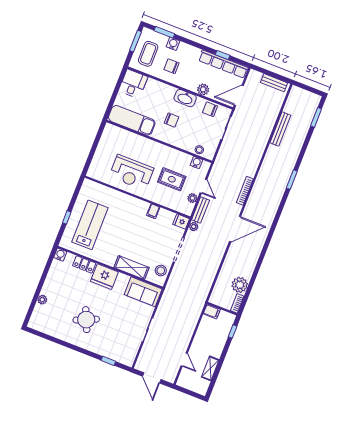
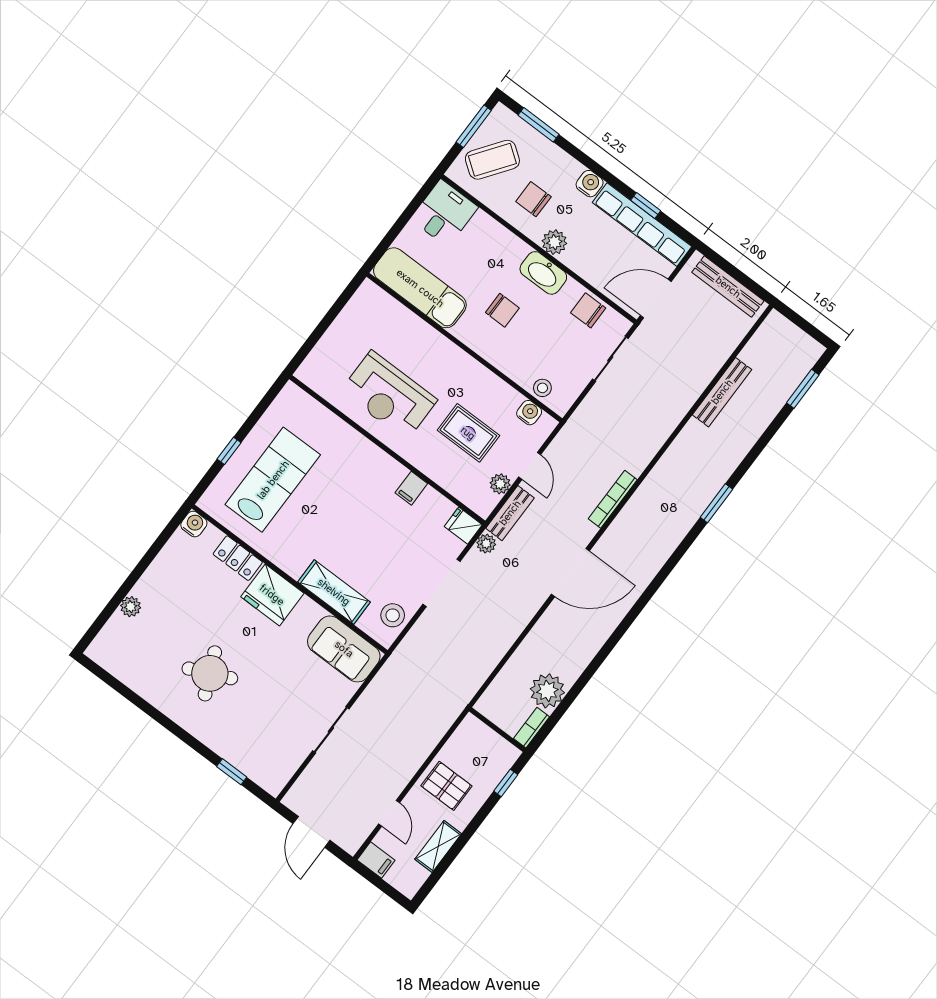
water cooler: (173, 44) -> (590, 184), moved
coffee table: (148, 54) -> (492, 160), turned 36
bench: (274, 83) -> (728, 287), width x1.36
plant: (203, 89) -> (554, 242), moved
filing cabinet: (212, 312) -> (376, 860), moved
pallet: (206, 340) -> (446, 786), added

